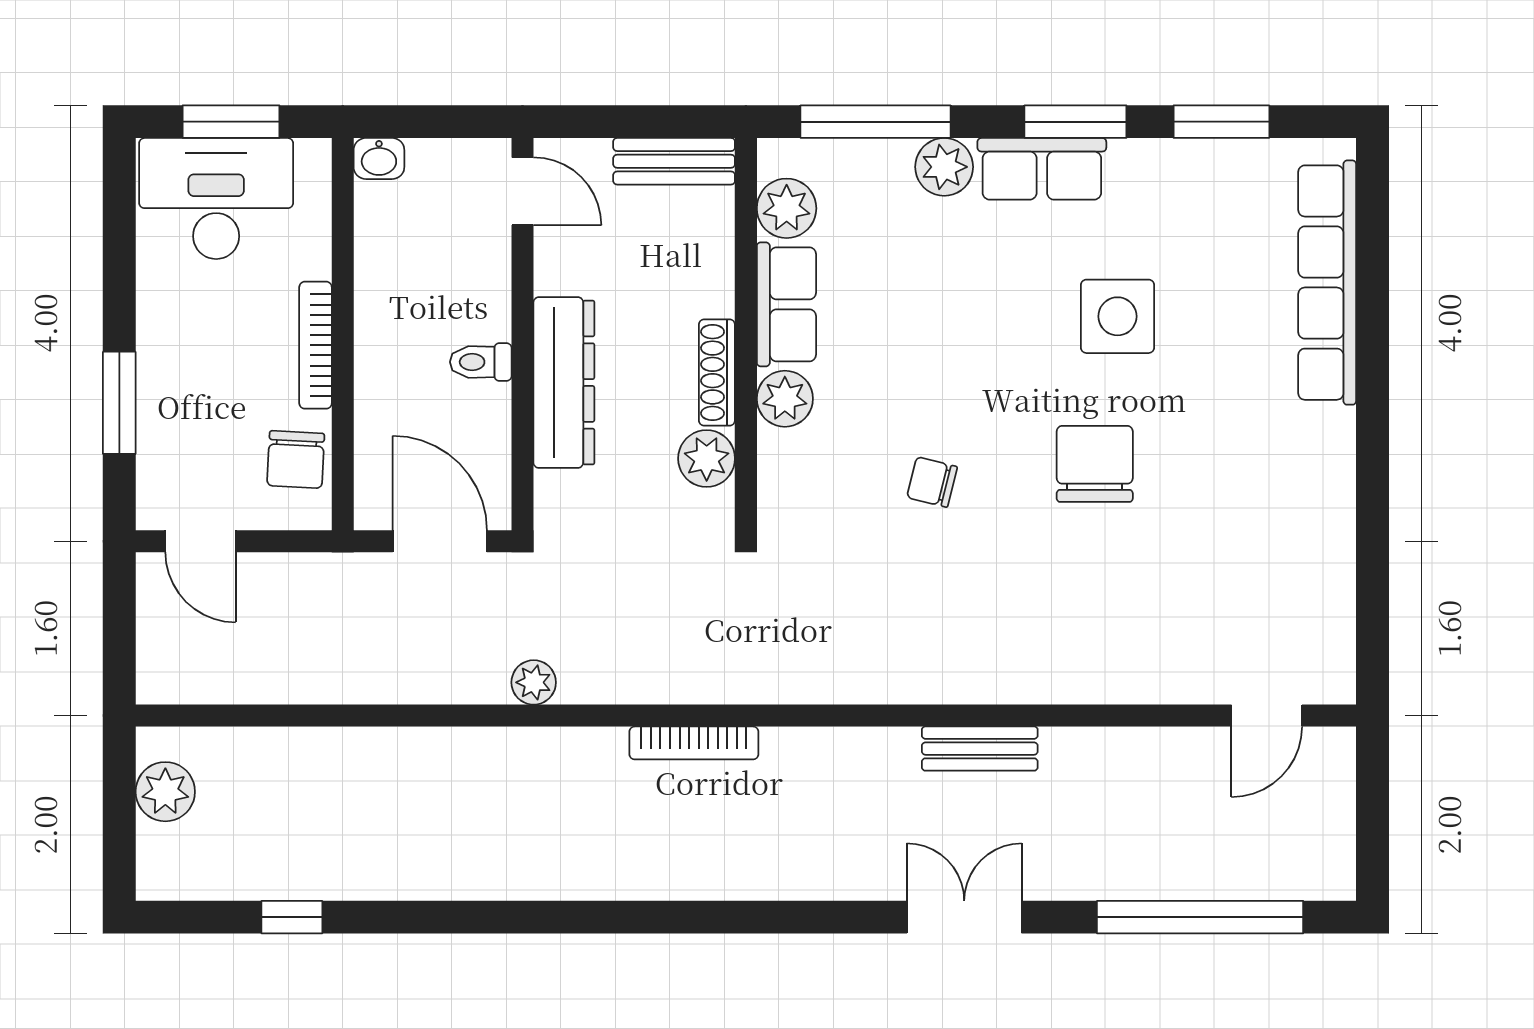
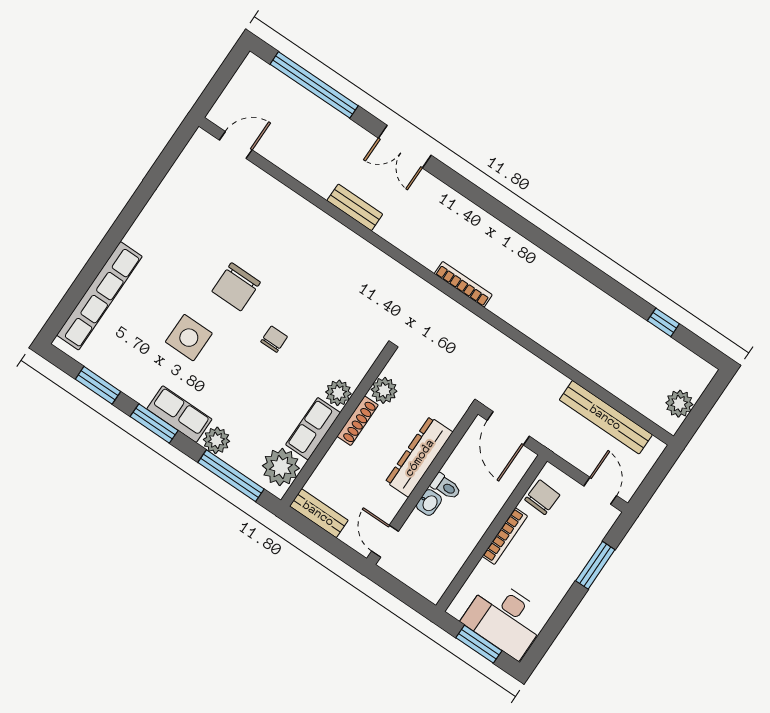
washbasin: (379, 159) -> (429, 502), moved, turned 90
plant: (787, 208) -> (281, 467), width x1.36, depth x1.36
chair: (932, 482) -> (274, 339), moved, turned -104
bench: (280, 679) -> (606, 417), added
plant: (534, 682) -> (509, 349), removed

